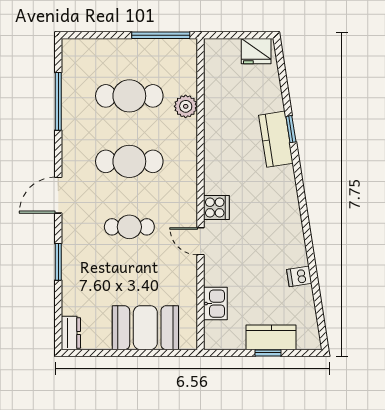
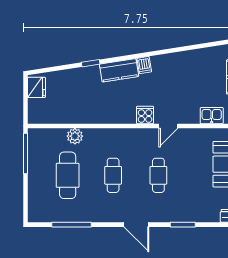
kitchen counter: (276, 139) -> (119, 70), moved
cafe table: (129, 161) -> (113, 175), width x0.73, depth x0.74
dishwasher: (299, 276) -> (144, 65), moved

